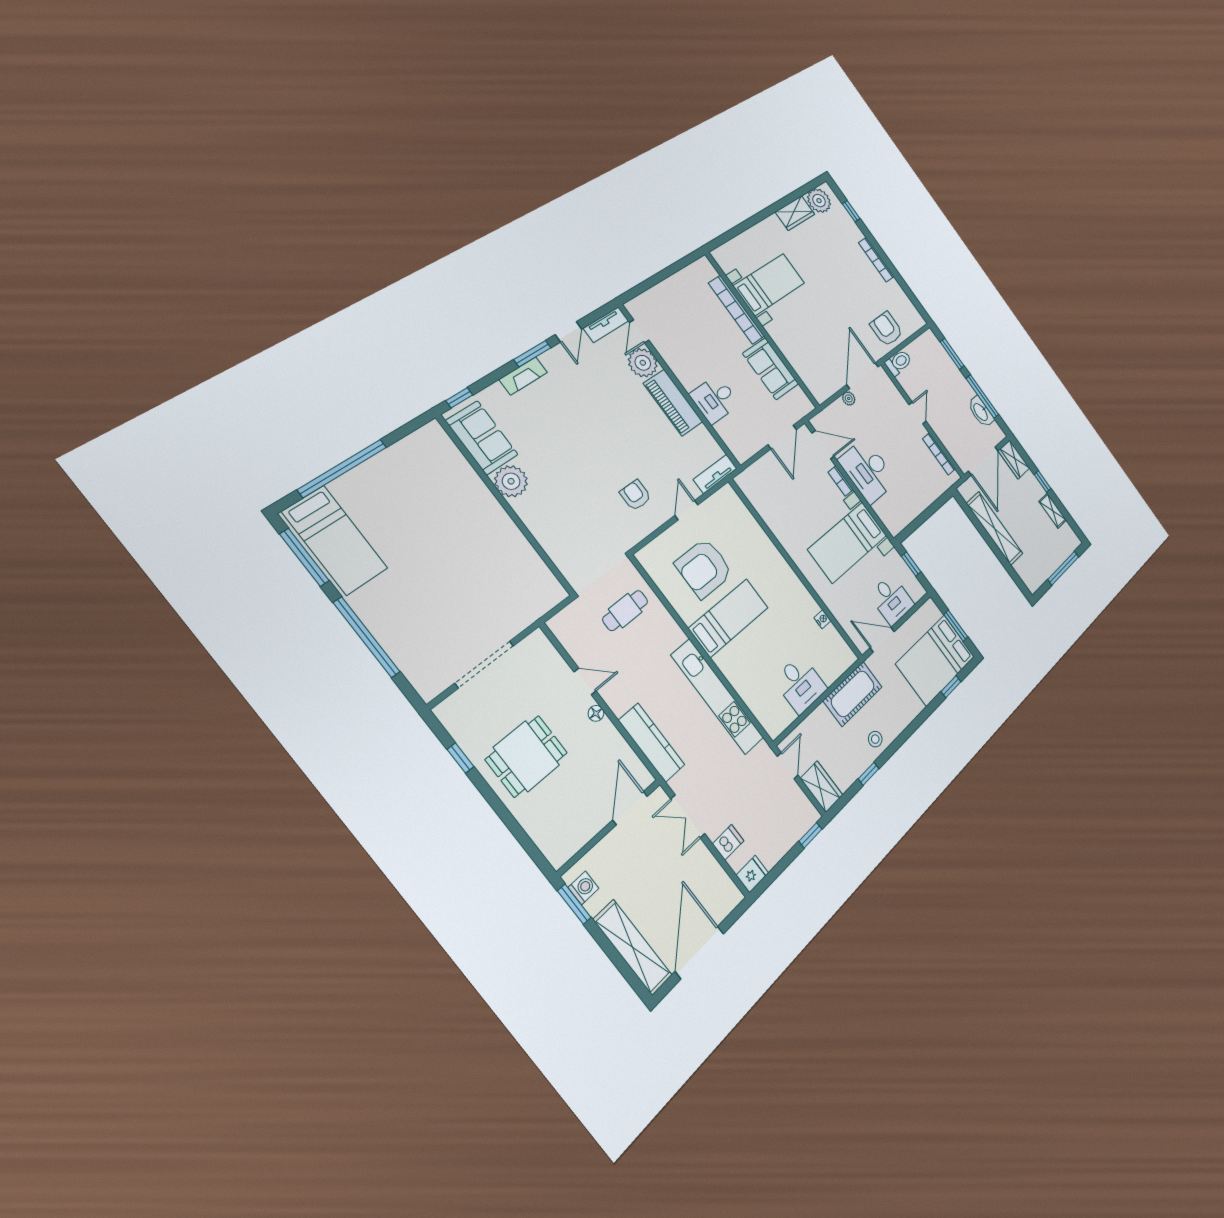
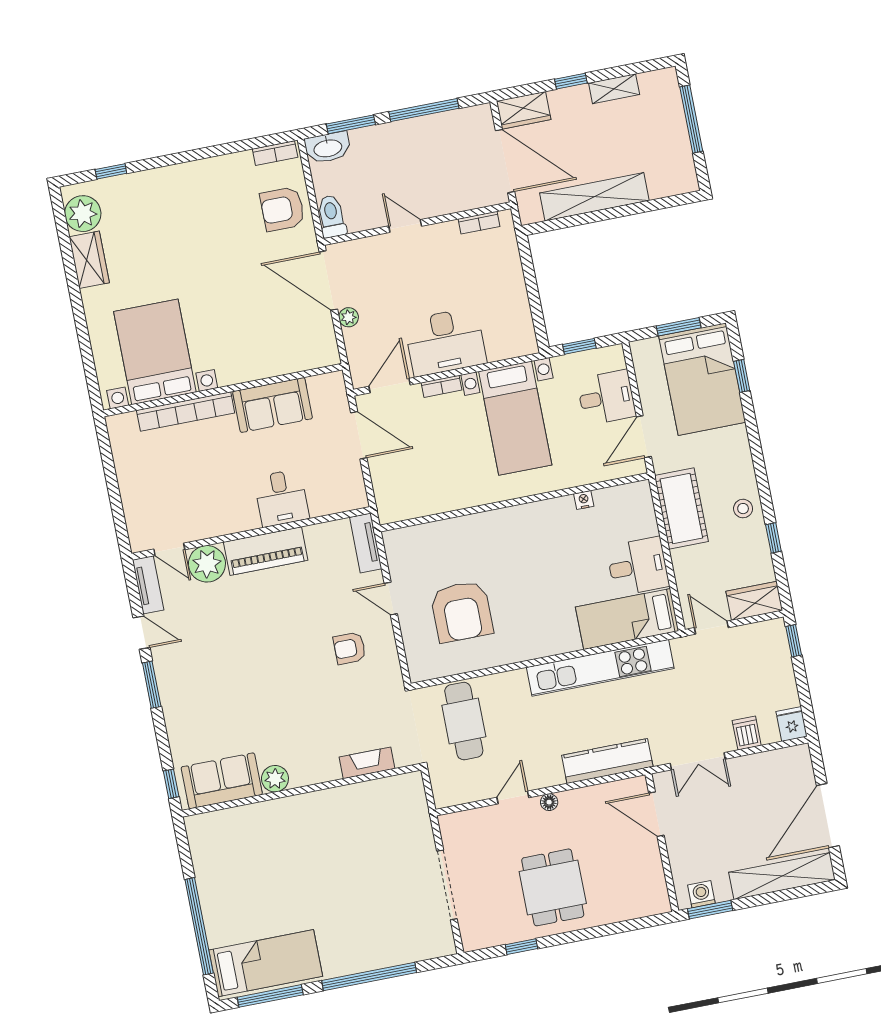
bookcase: (876, 260) -> (275, 153), moved, width x0.64
bed with nightstands: (769, 284) -> (155, 352), width x1.36
fireplace: (523, 376) -> (367, 763), moved, turned -90
washbasin: (981, 412) -> (328, 148), moved
bookcase: (939, 454) -> (479, 223), width x0.64
plant: (511, 481) -> (275, 779), width x0.73, depth x0.73
cafe table: (625, 610) -> (464, 721), width x1.37, depth x1.35
bed: (729, 618) -> (627, 619), moved, turned -90
door: (700, 952) -> (828, 816), hinge flipped

